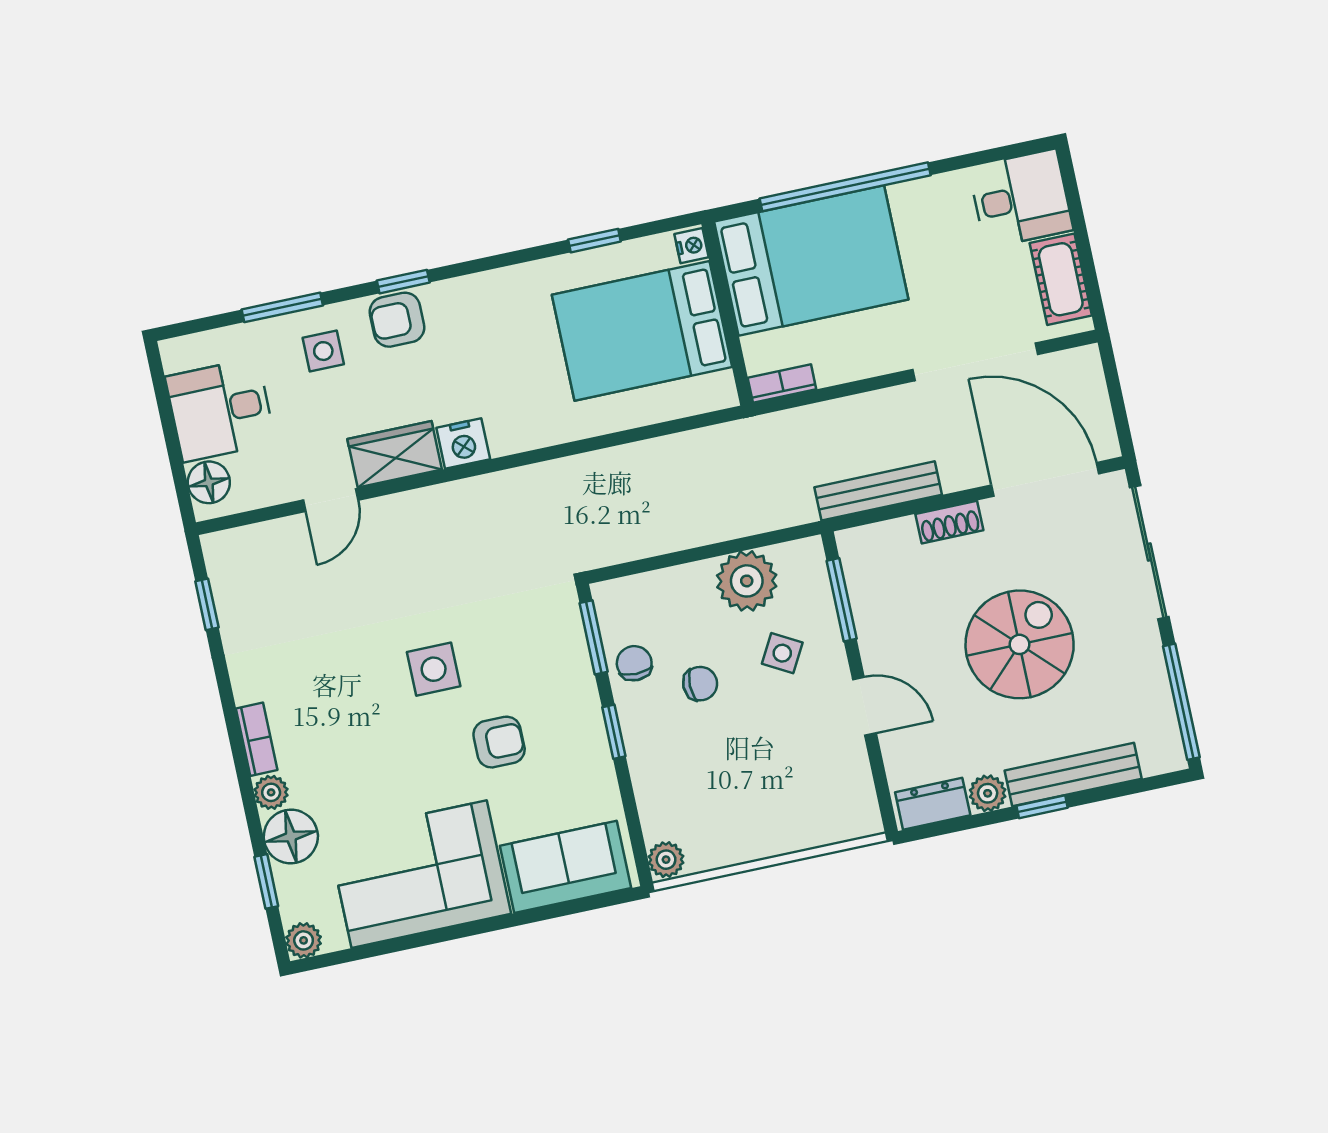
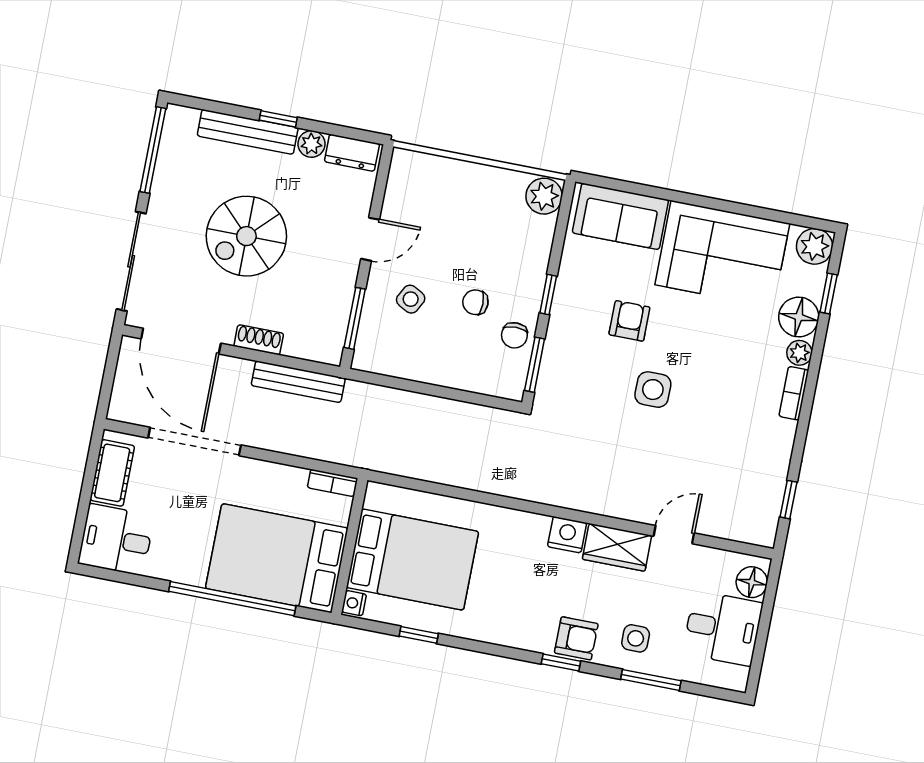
plant: (747, 581) -> (414, 359), removed
door: (864, 706) -> (370, 239), swing flipped
armchair: (499, 742) -> (629, 321), turned 90
plant: (666, 860) -> (544, 196), width x1.38, depth x1.38
plant: (304, 940) -> (815, 246), width x1.38, depth x1.38

